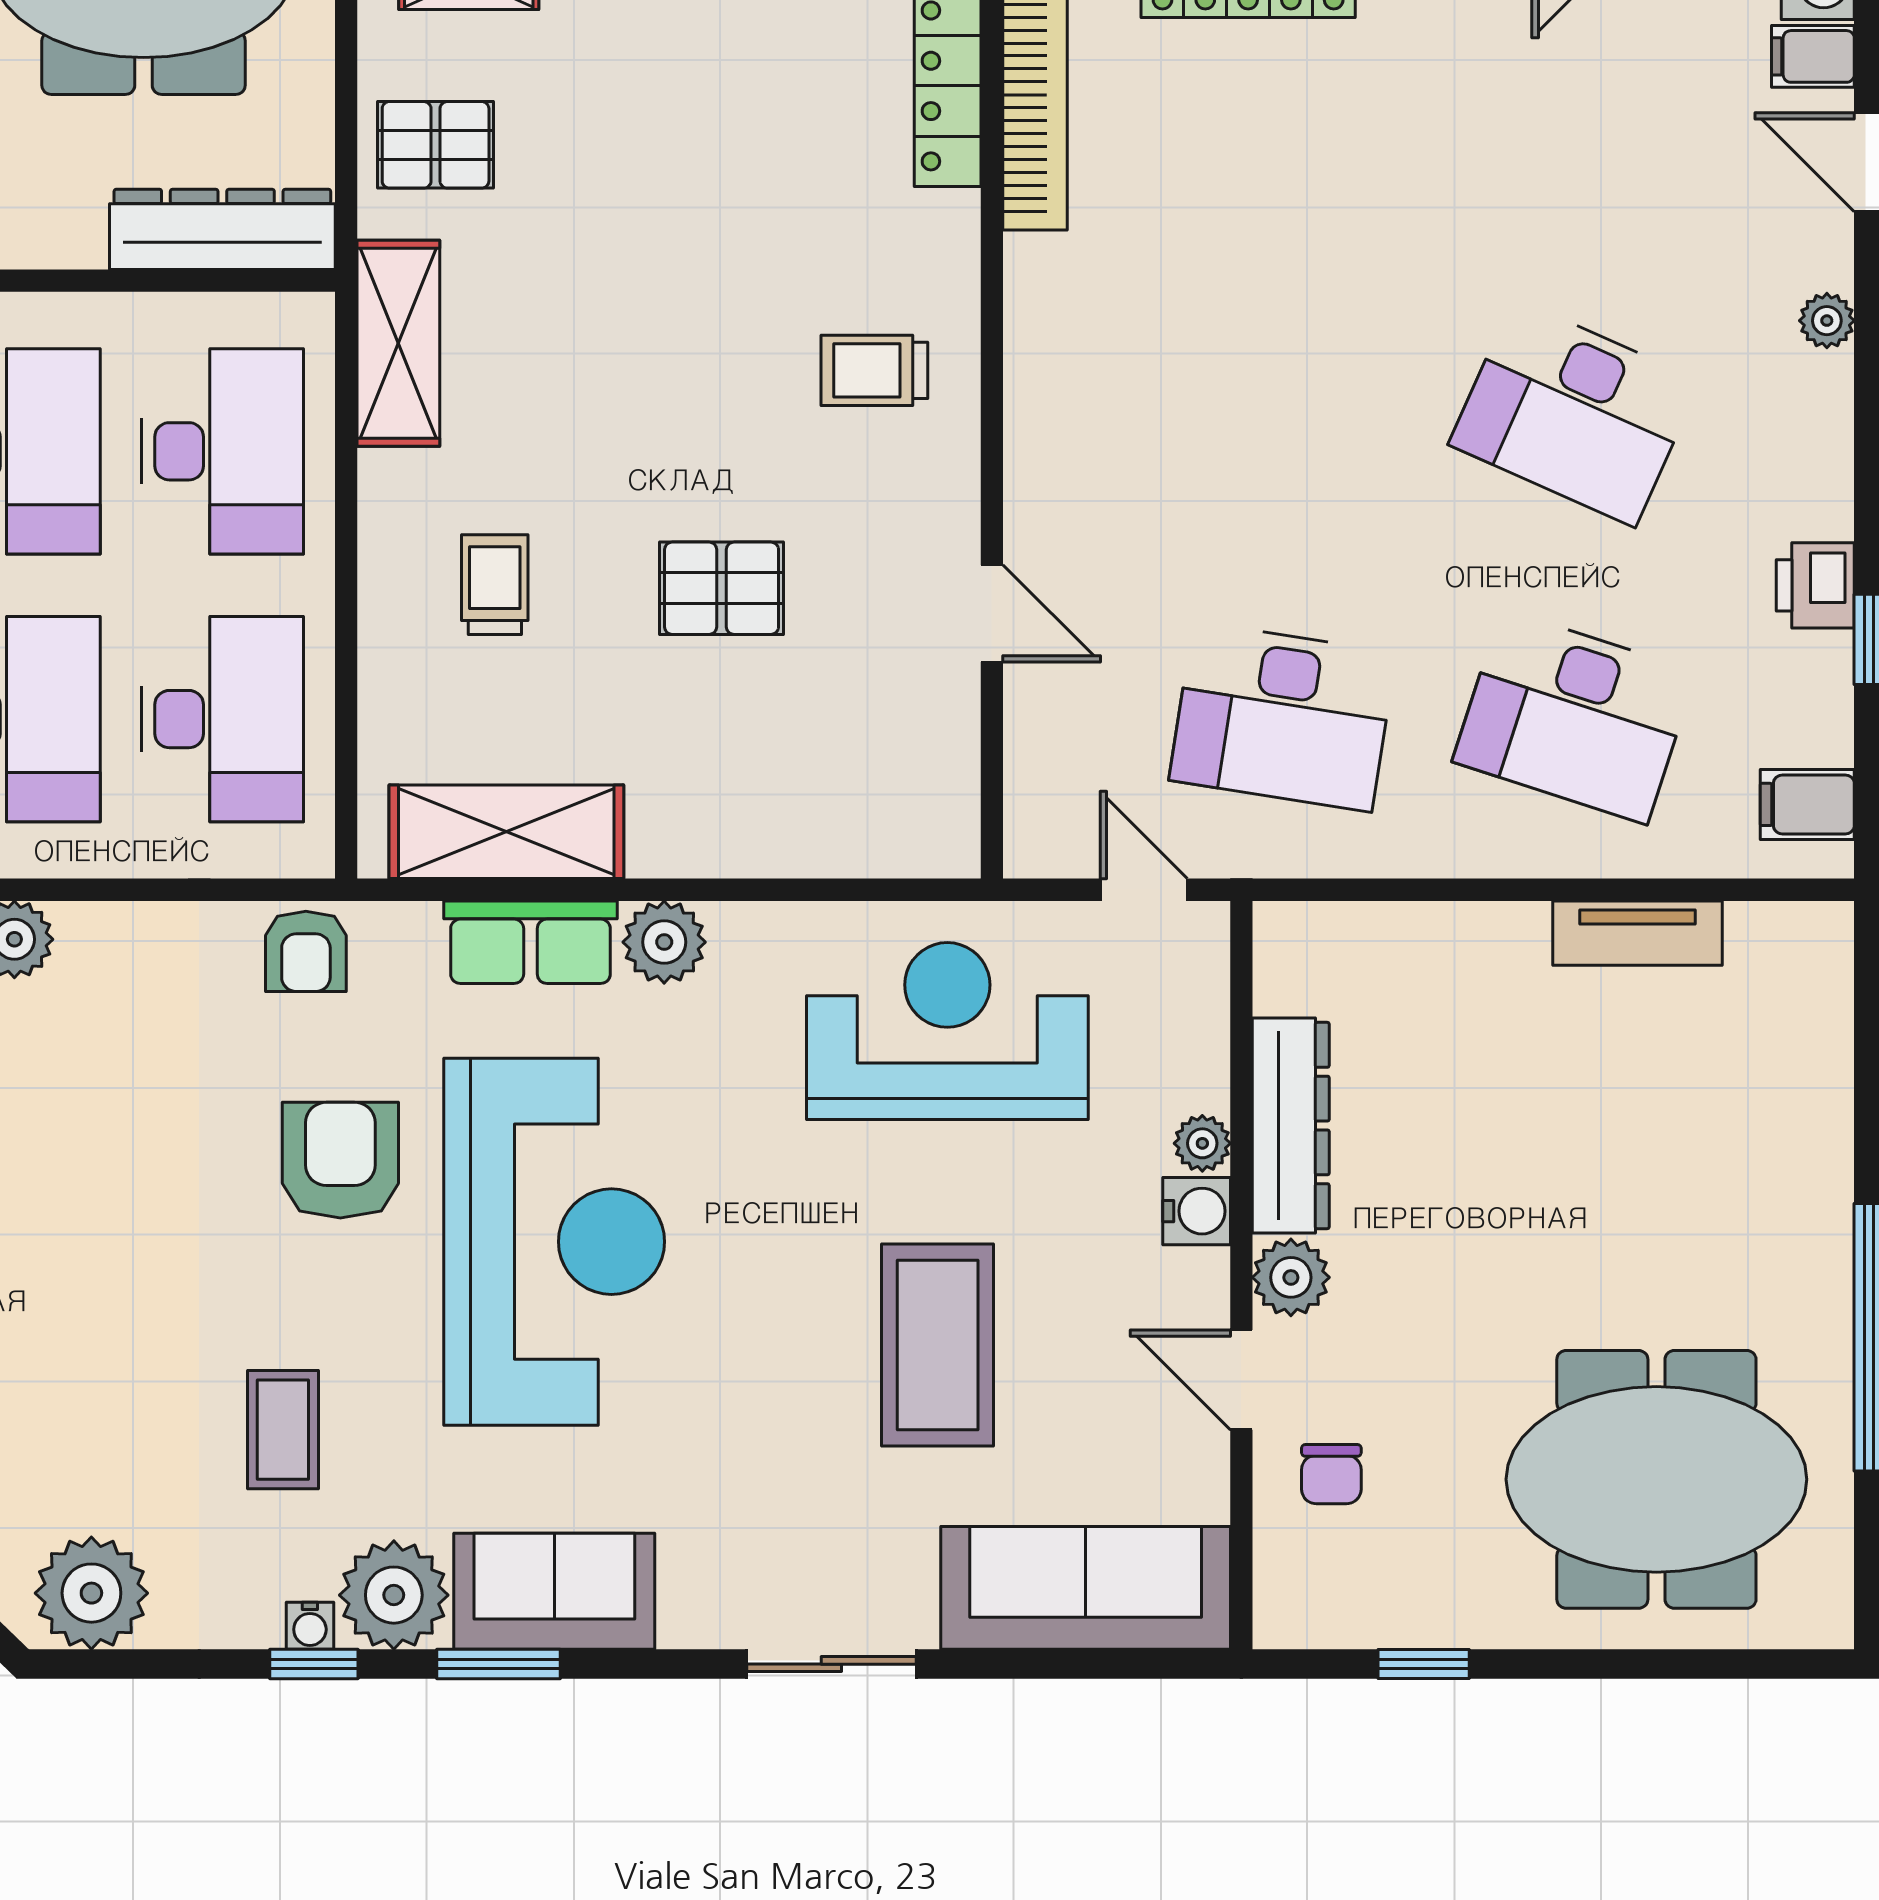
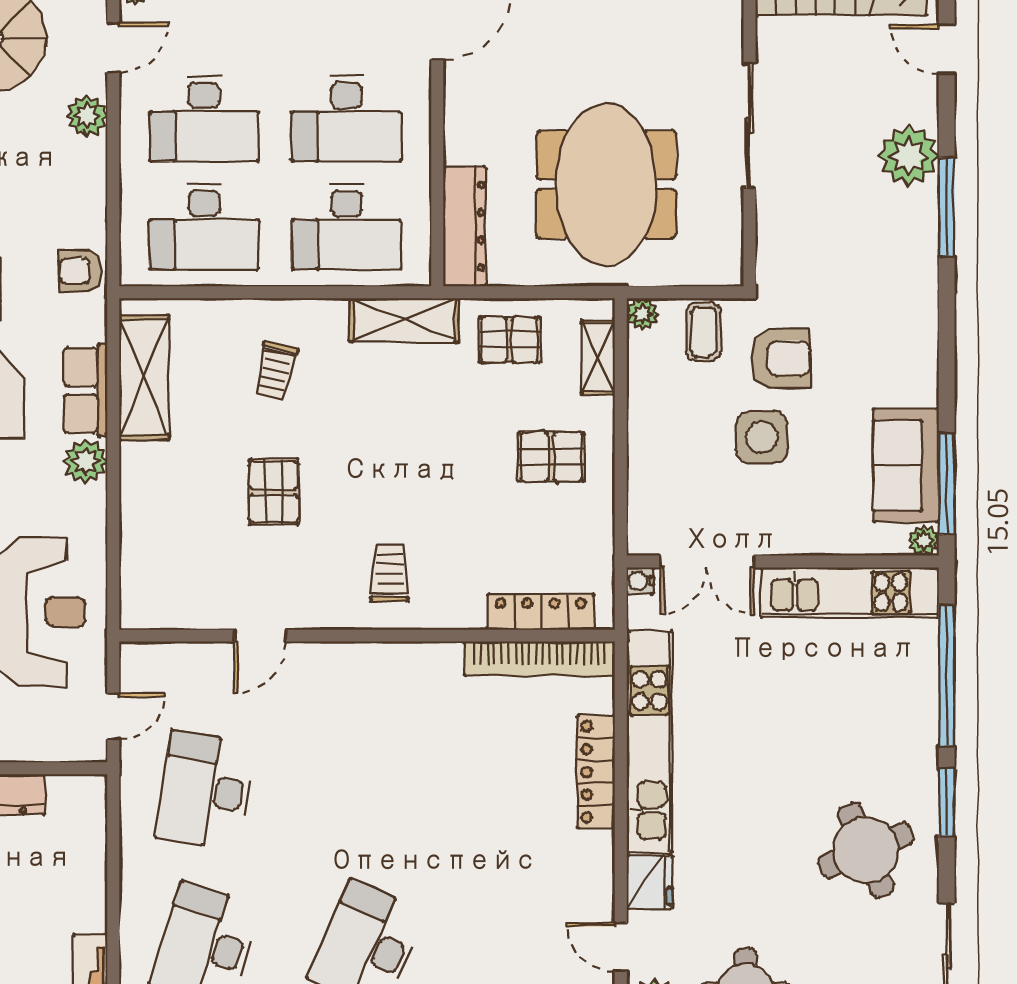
pallet: (656, 66) -> (551, 457), added
pallet: (436, 145) -> (509, 340), turned 90
trolley: (495, 585) -> (276, 371), turned 103

